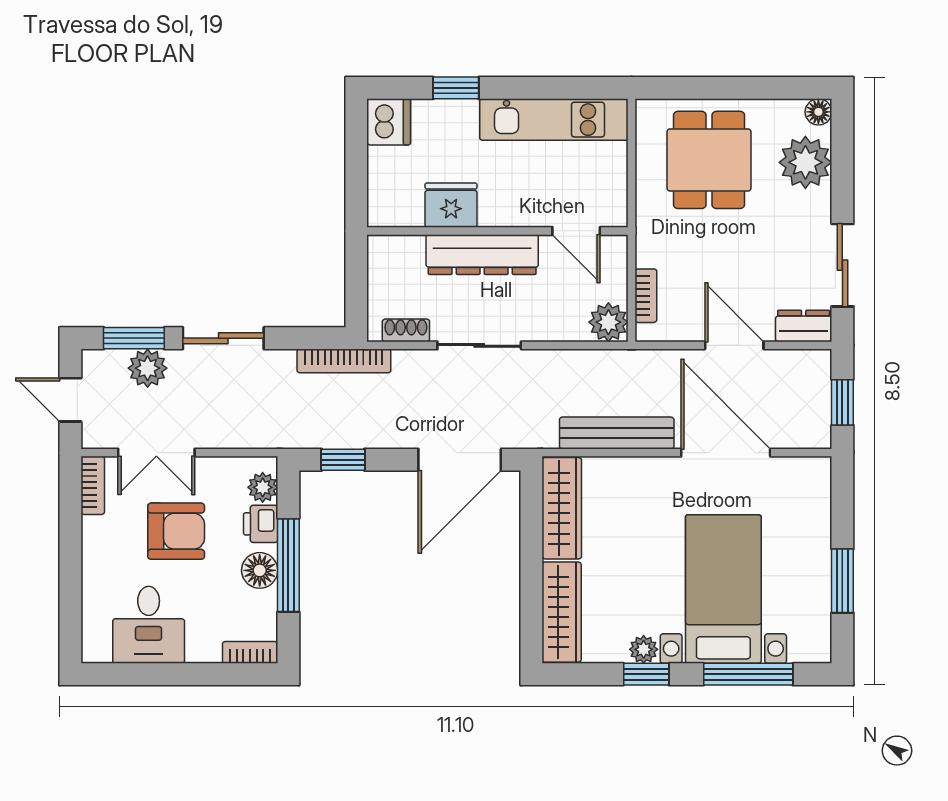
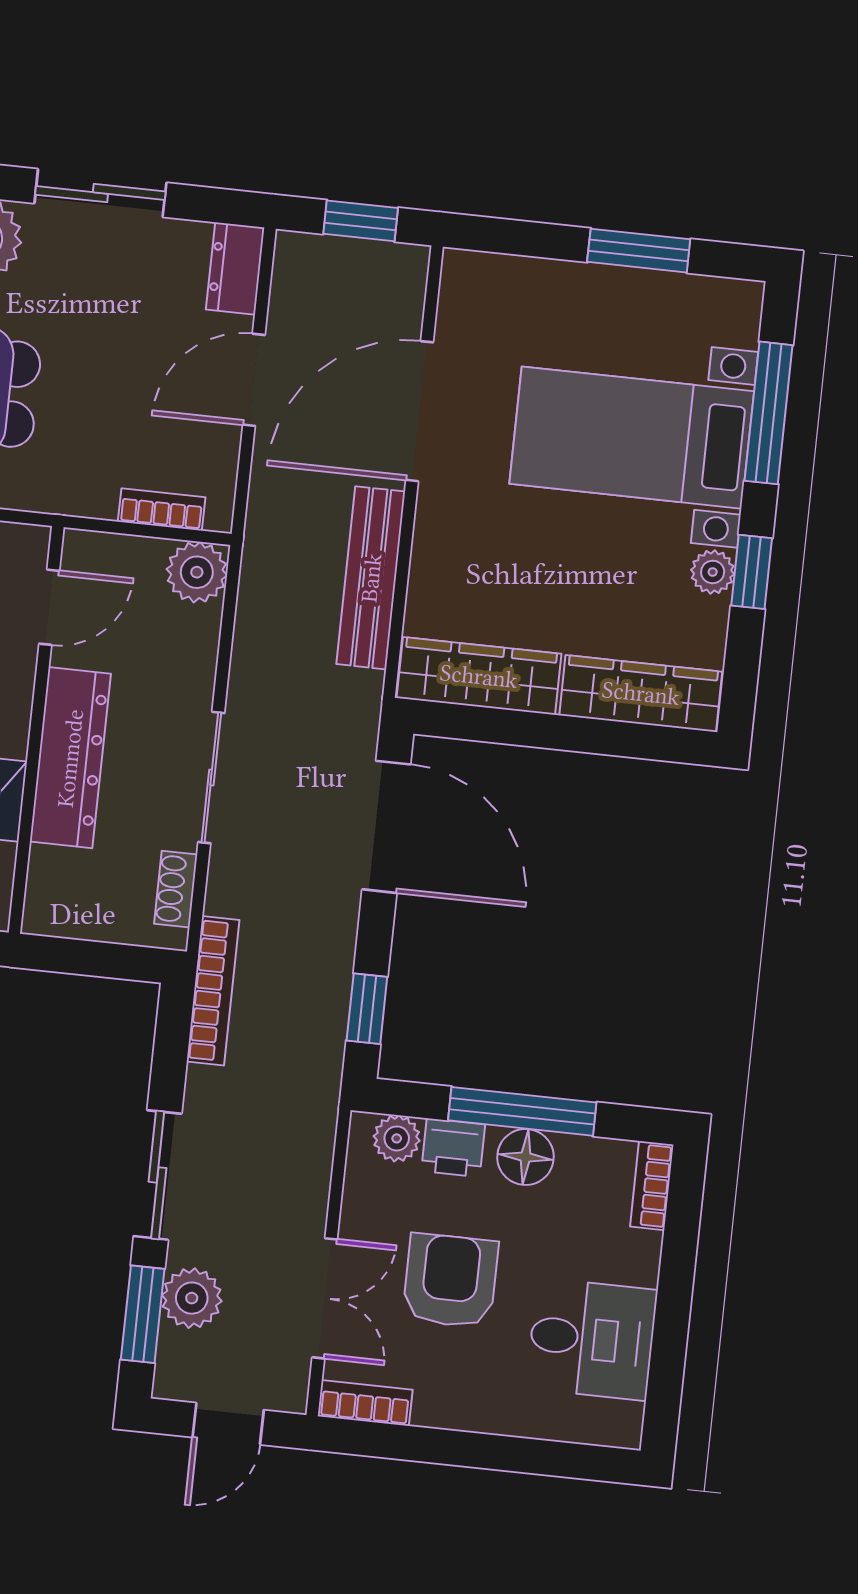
sliding door: (842, 265) -> (100, 193), moved

